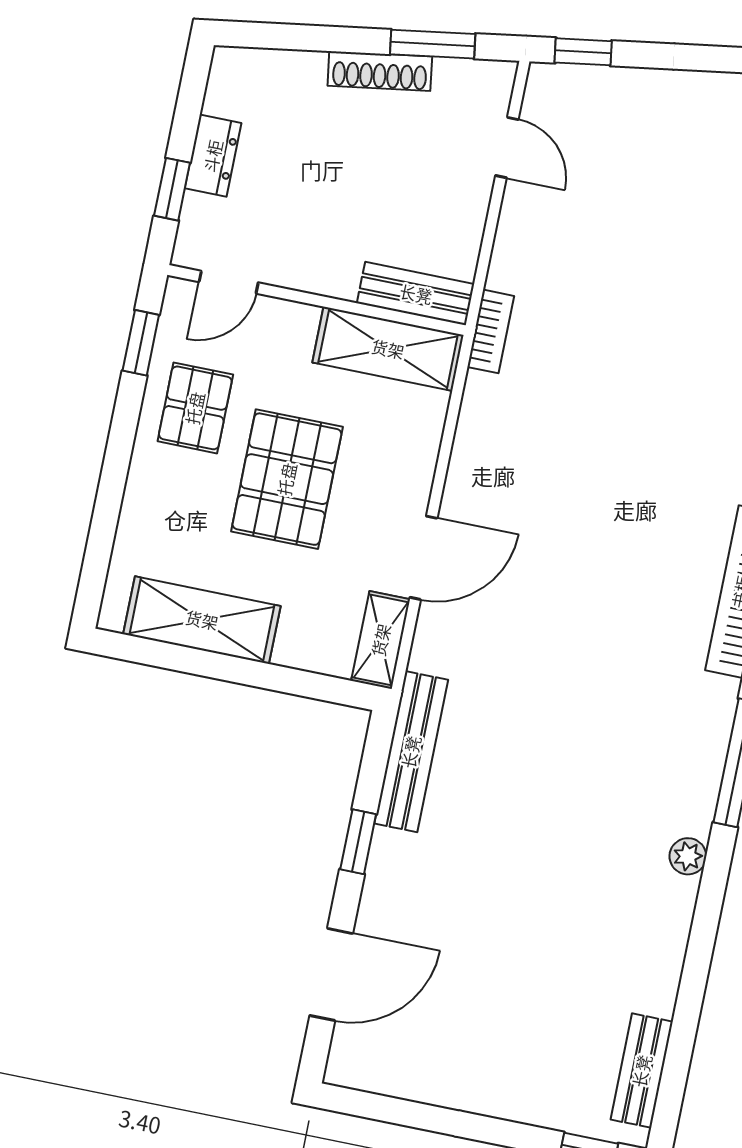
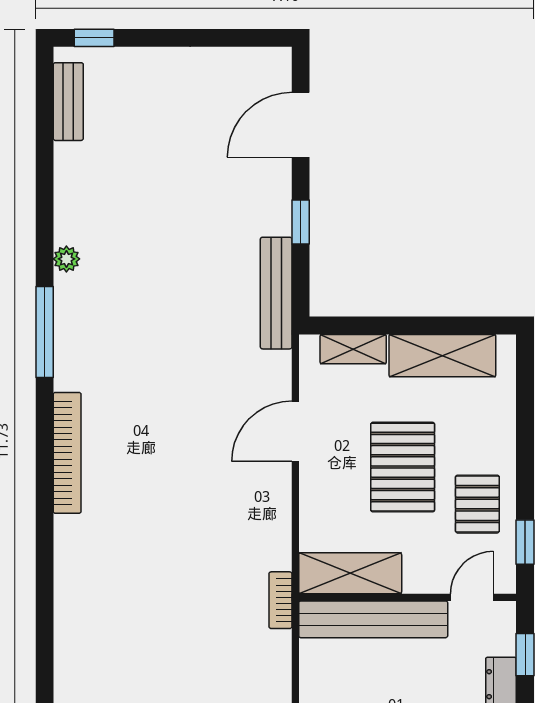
bench: (416, 294) -> (373, 619), width x1.86, depth x1.21
shelving: (381, 640) -> (353, 349), moved, turned 90

